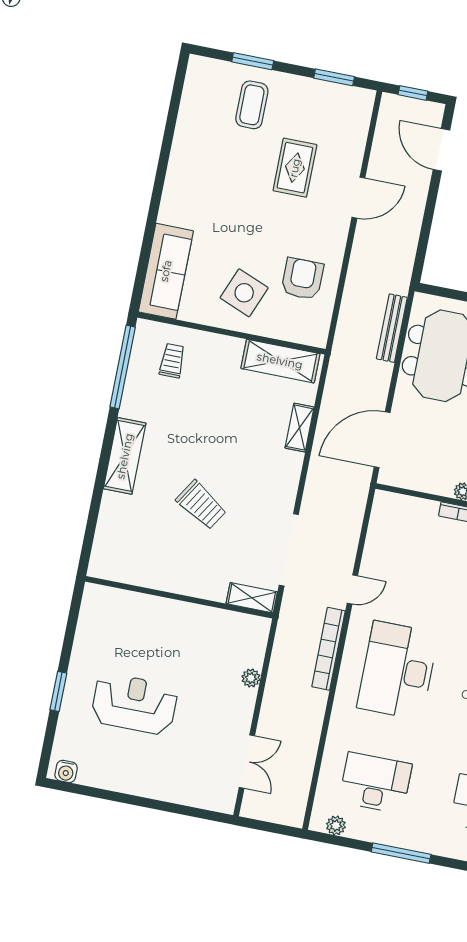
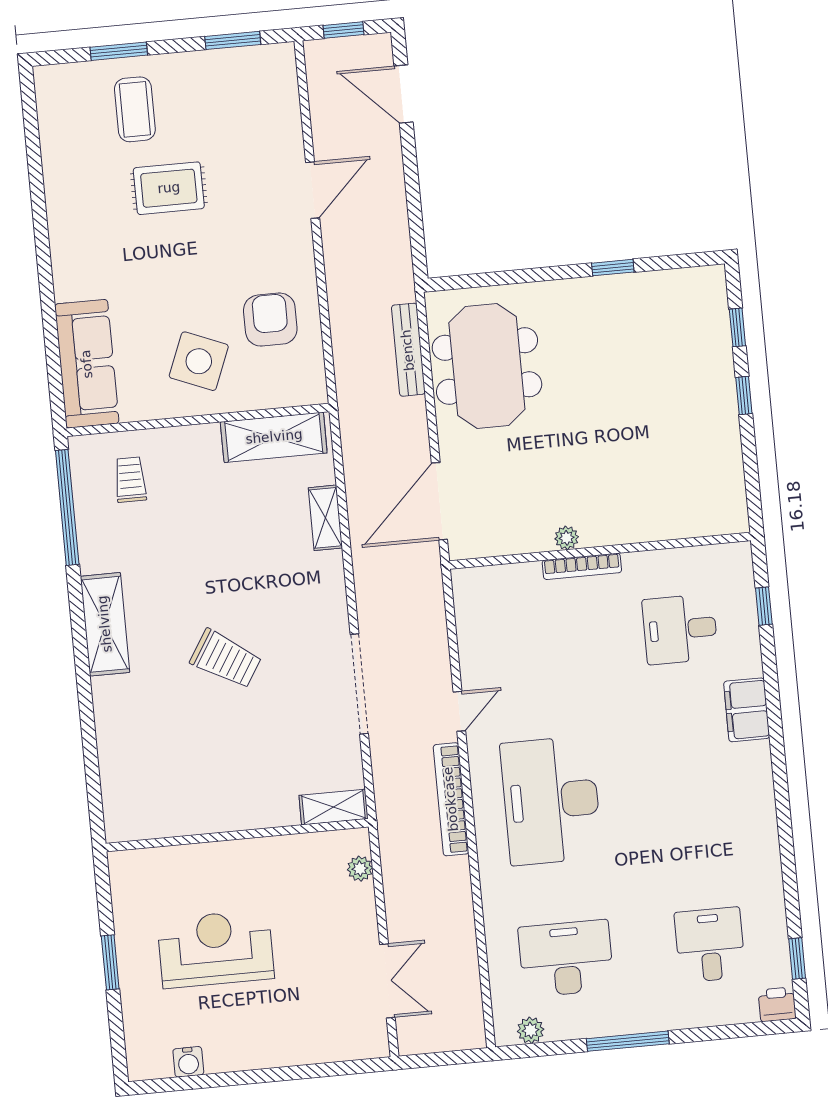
rug: (295, 168) -> (169, 188), moved, turned 90
wall: (179, 597) -> (237, 835), moved
shelving: (252, 598) -> (334, 807), moved
water cooler: (66, 771) -> (188, 1062), moved

